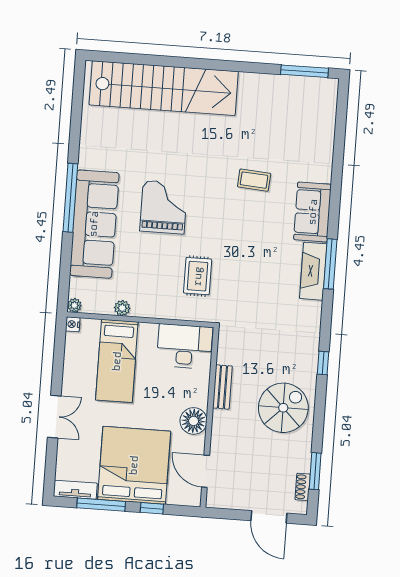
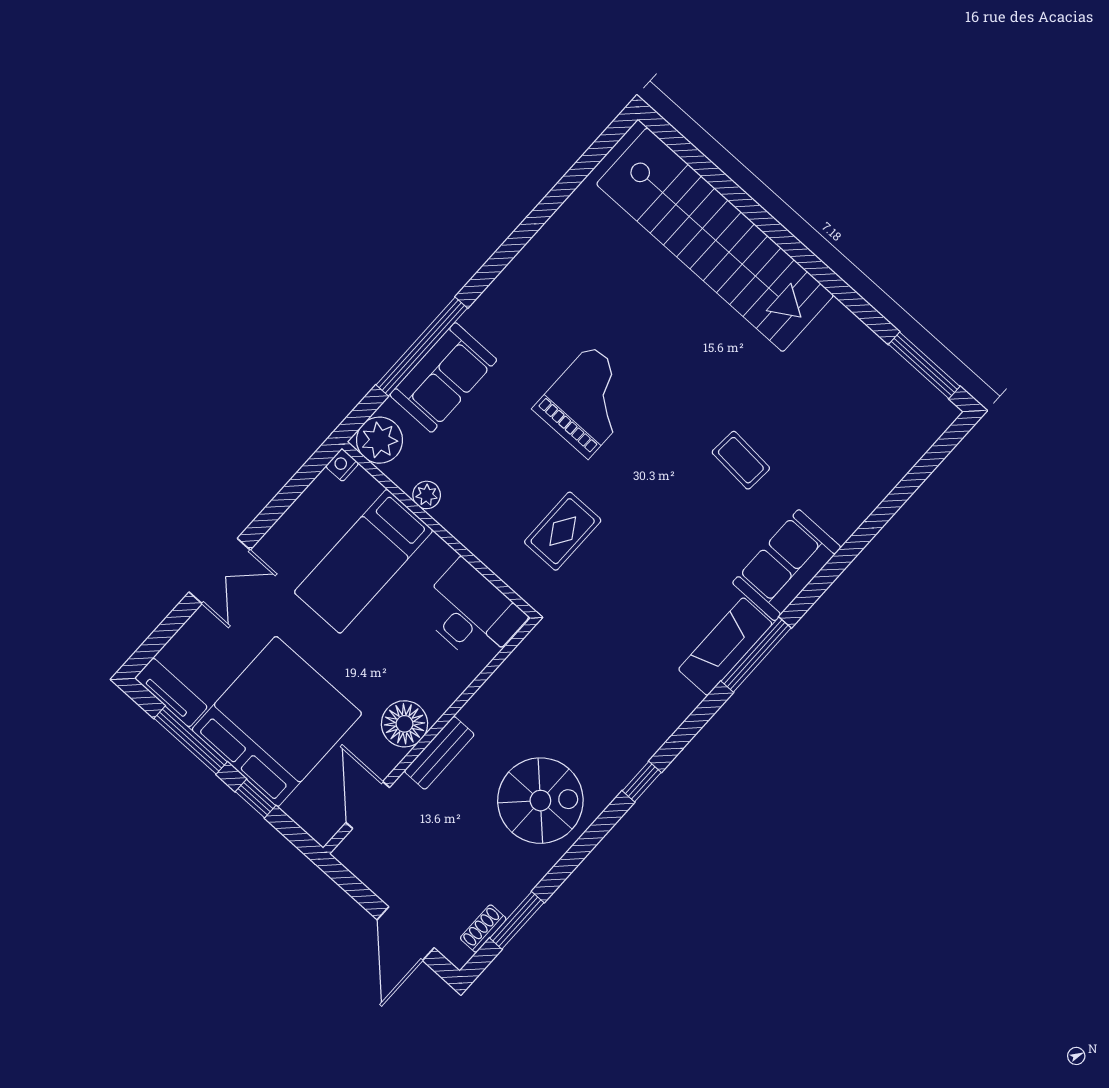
window: (70, 198) -> (422, 347), moved
sofa: (94, 224) -> (443, 377), width x0.54, depth x0.79
plant: (74, 305) -> (379, 440), width x1.87, depth x1.87
bench: (222, 387) -> (439, 753), moved

